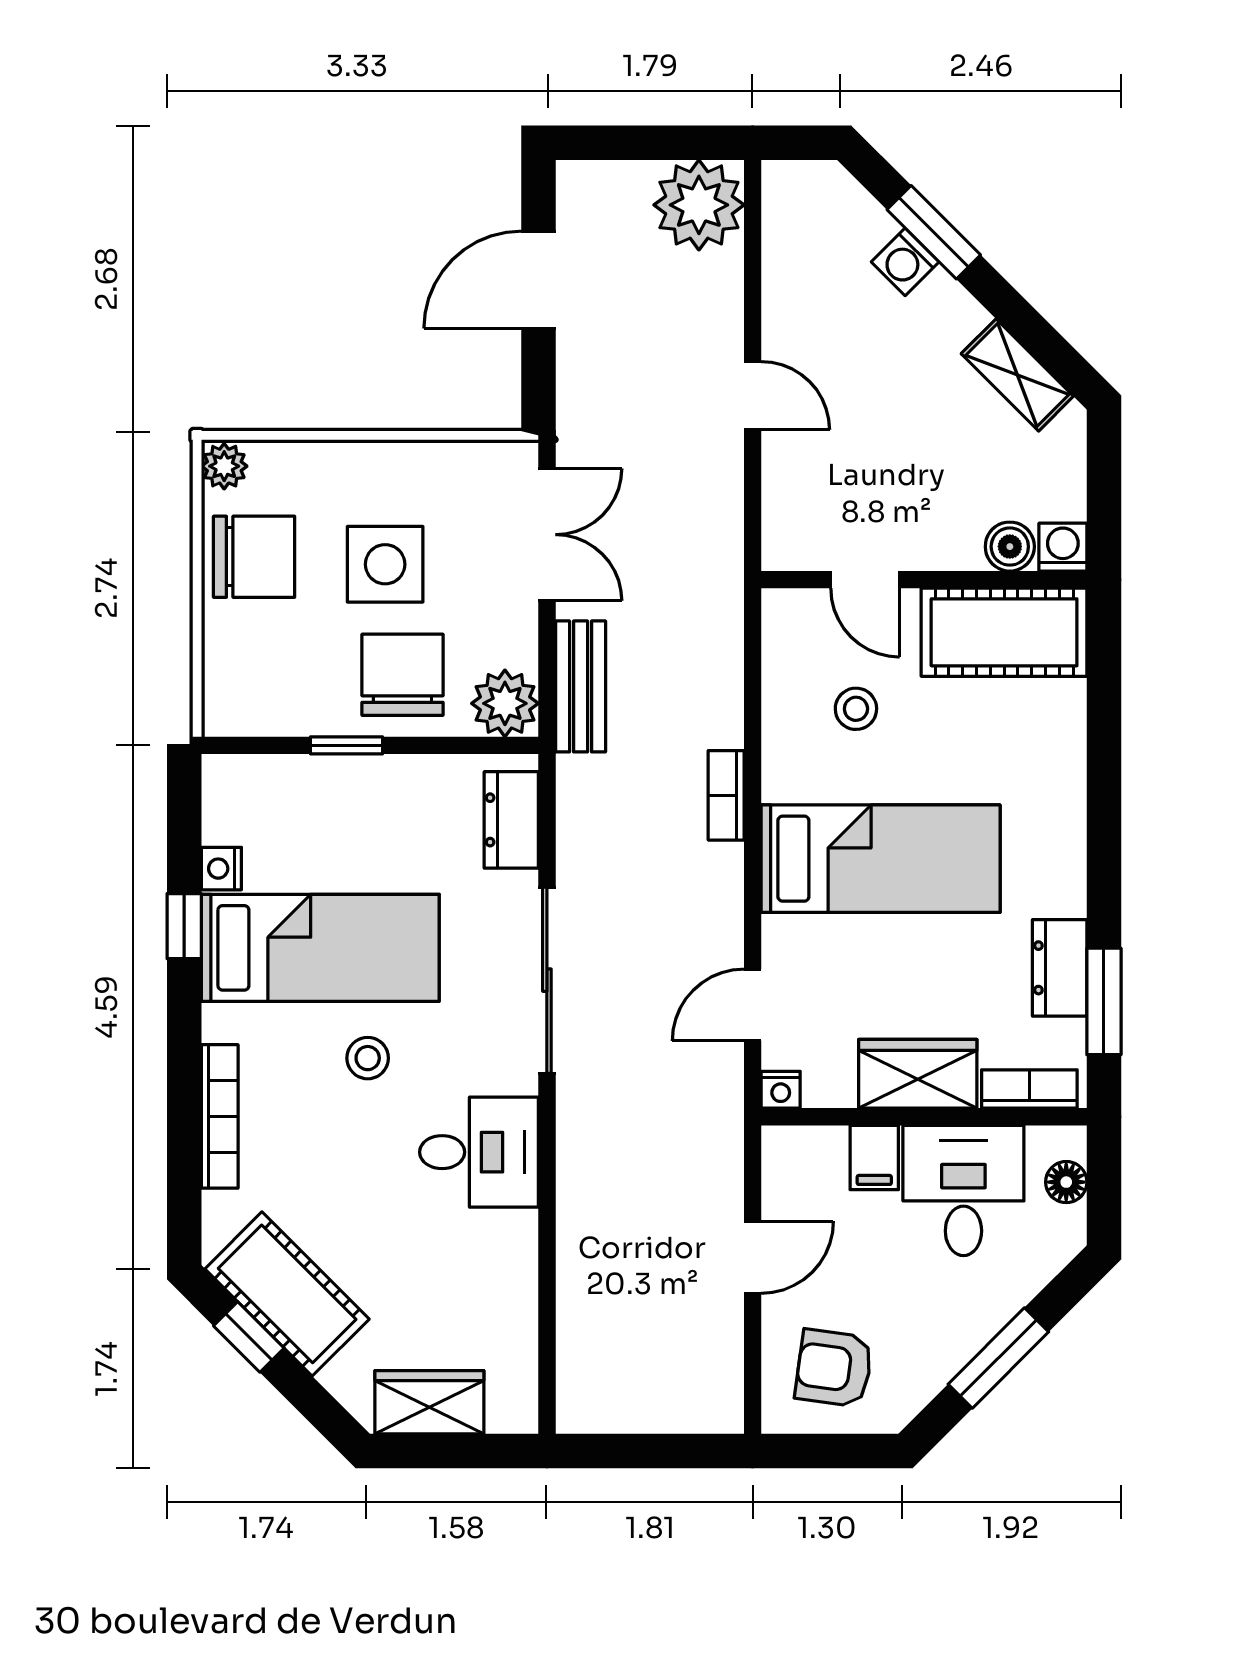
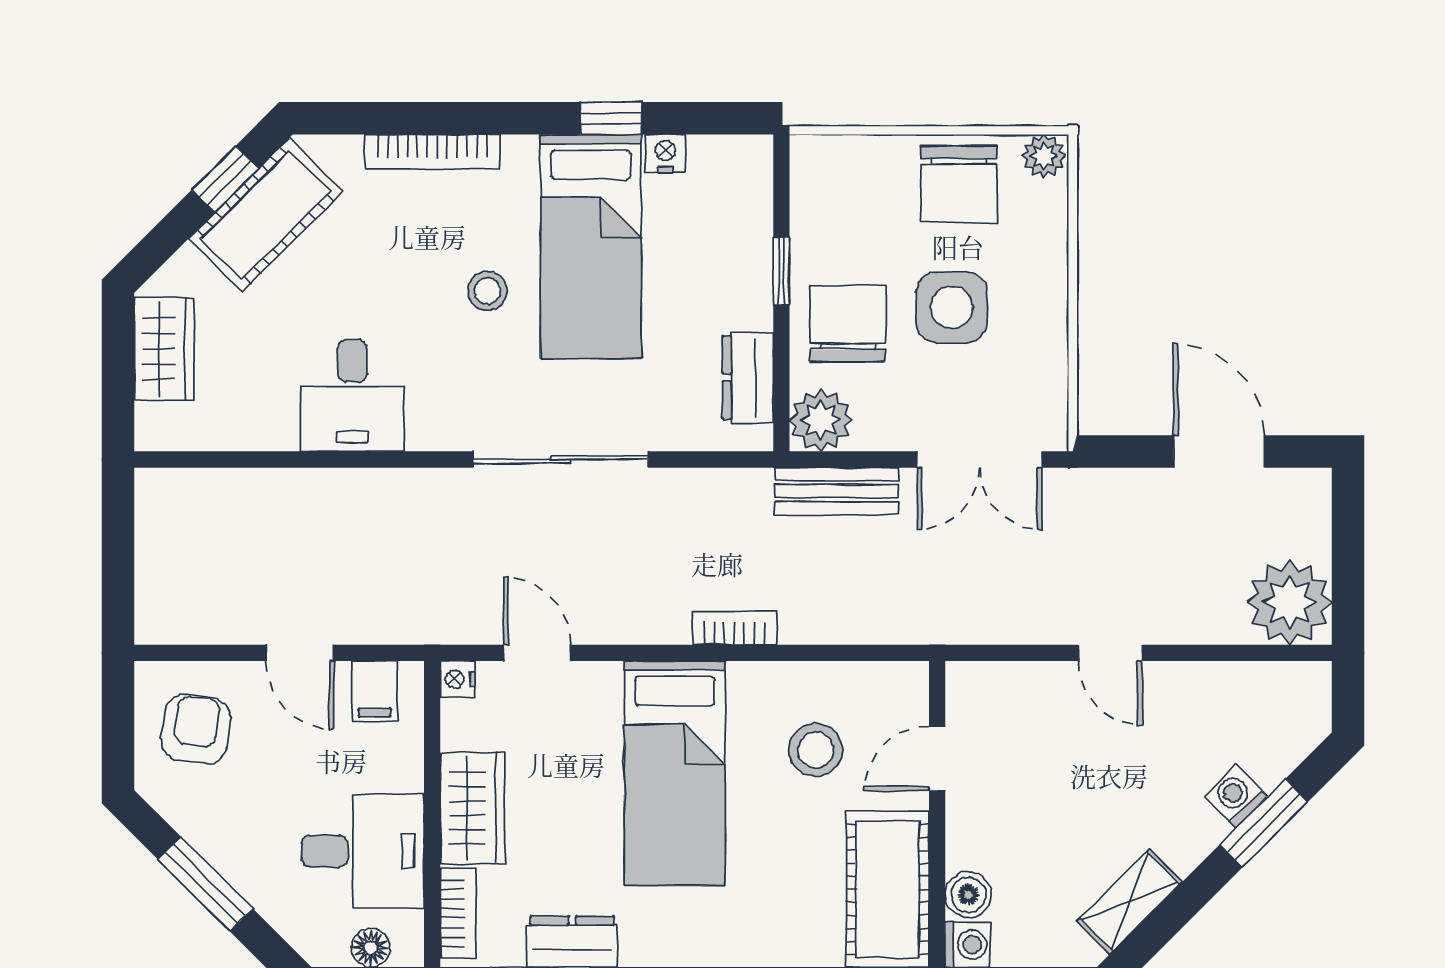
door: (753, 396) -> (1110, 653), hinge flipped
chair: (402, 675) -> (848, 324), turned -90
stool: (856, 709) -> (816, 750), width x1.37, depth x1.37
dresser: (511, 820) -> (748, 377), moved, turned -90
desk: (479, 1152) -> (352, 396), moved
filing cabinet: (874, 1157) -> (375, 691), moved, turned -90

